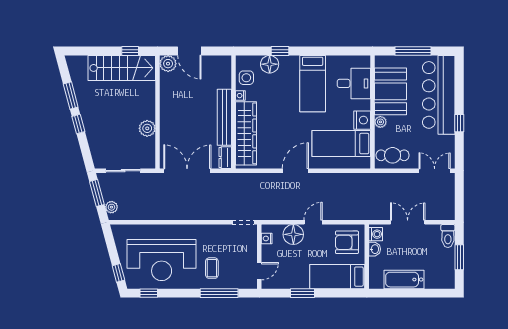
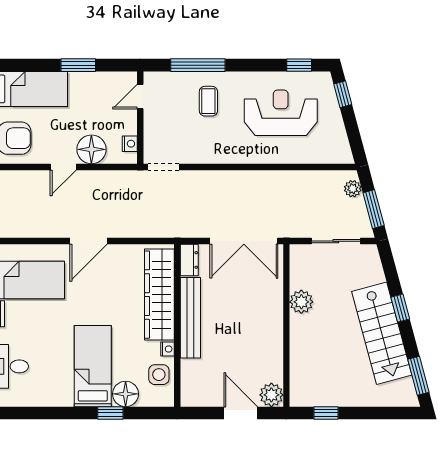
stairs: (122, 68) -> (382, 333), moved, turned -105
bed: (313, 84) -> (93, 366), moved
window: (71, 95) -> (418, 376), moved
reception desk: (162, 260) -> (281, 113), width x0.74, depth x0.77

